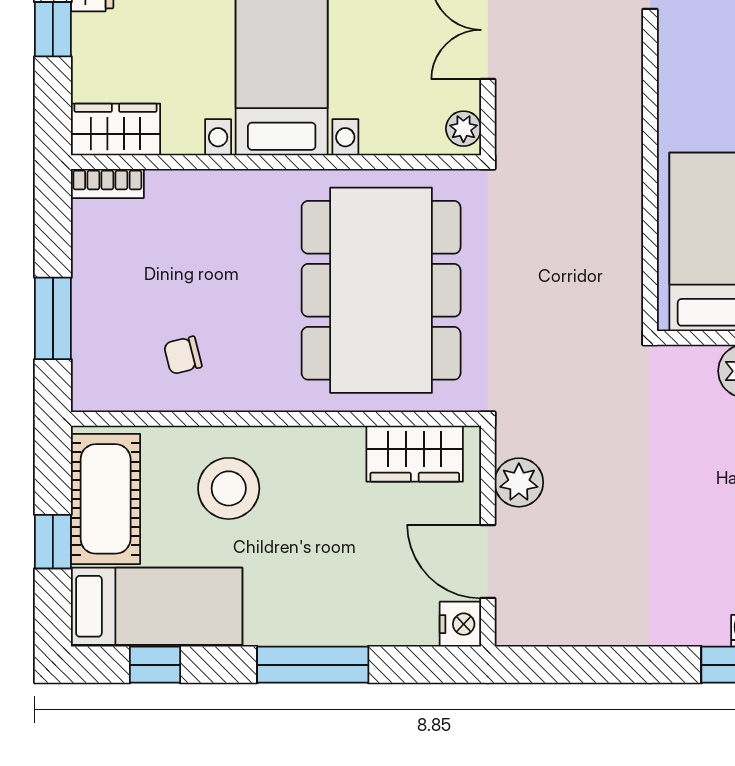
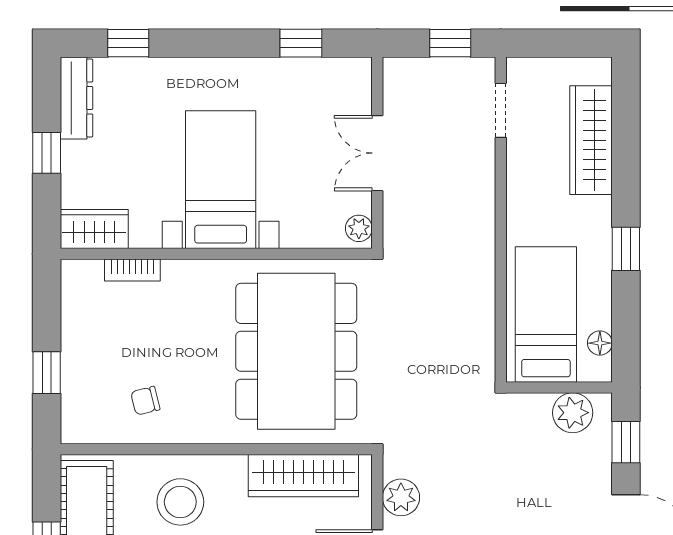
bookcase: (107, 183) -> (132, 270), moved
window: (53, 318) -> (47, 373), width x0.67
wardrobe: (415, 454) -> (303, 476), width x1.50

